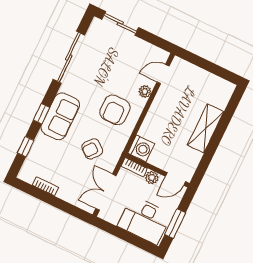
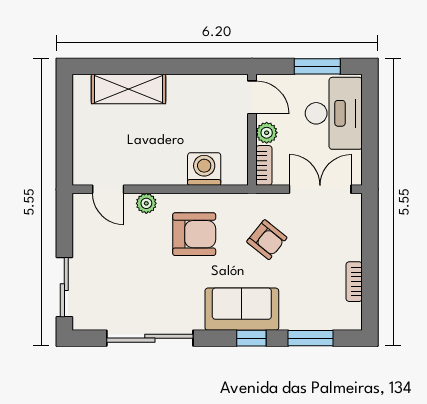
shelving: (206, 128) -> (128, 89), moved
window: (26, 147) -> (311, 338), width x1.50
washing machine: (141, 148) -> (204, 169), moved
double door: (106, 192) -> (320, 189), swing flipped

